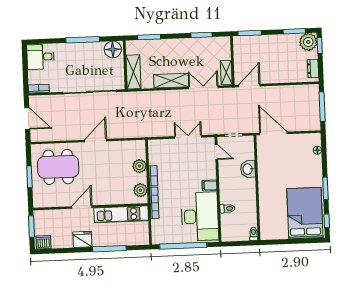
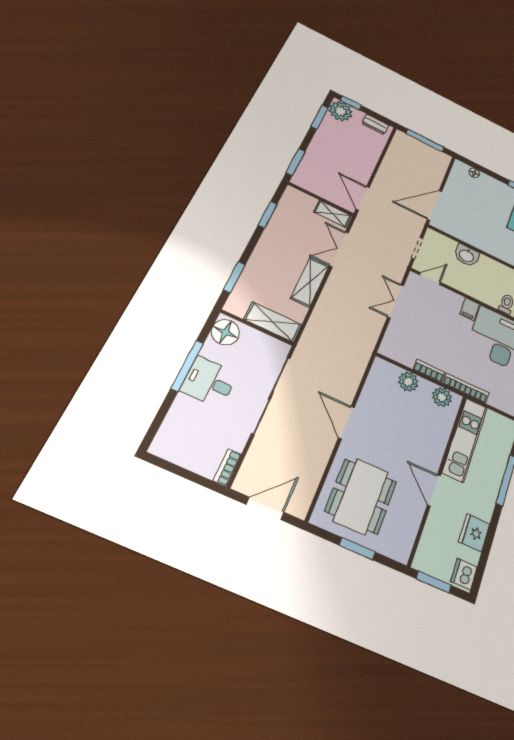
desk: (41, 57) -> (209, 382), moved, turned 90
fridge: (82, 239) -> (474, 533), moved

